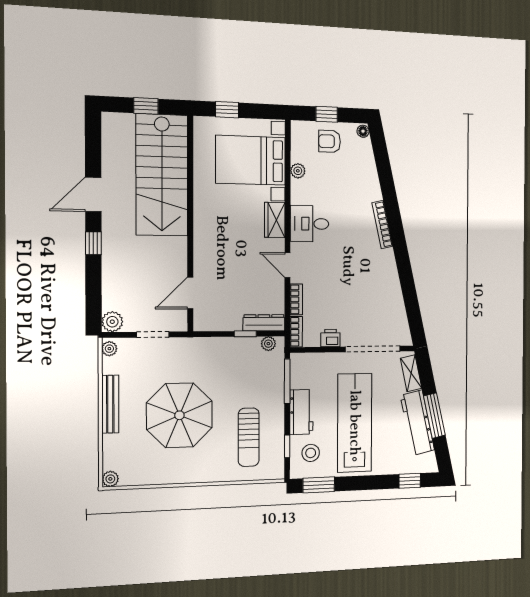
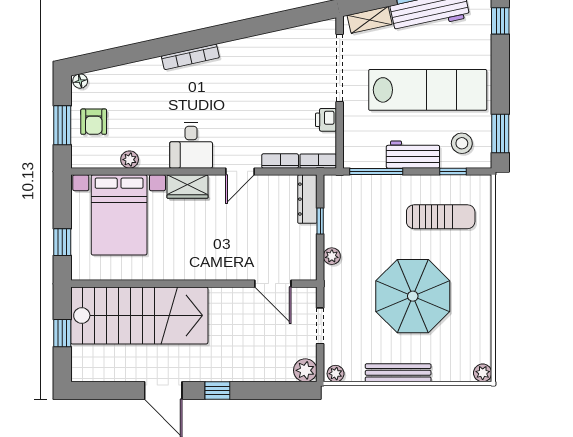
window: (327, 114) -> (62, 125), width x1.50
plant: (268, 344) -> (332, 256), moved
lab bench: (355, 423) -> (428, 90), turned 180

